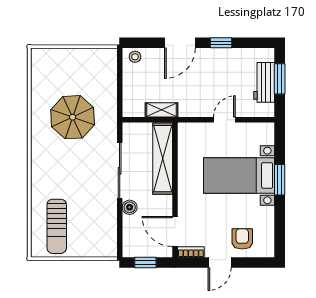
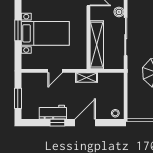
workbench: (264, 82) -> (53, 112), moved, turned -90
shelving: (162, 110) -> (87, 77), moved

